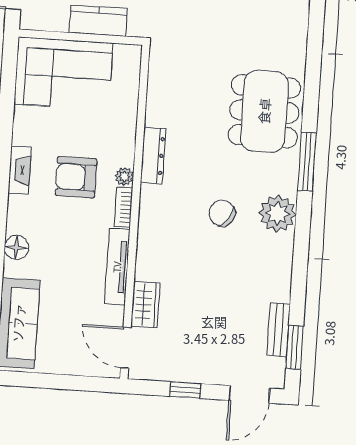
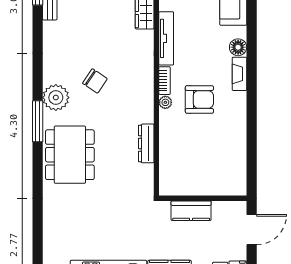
corner sofa: (63, 74) -> (213, 172), removed
dresser: (153, 155) -> (146, 143), moved
fireplace: (20, 170) -> (239, 74), moved
plant: (278, 214) -> (56, 98), moved

